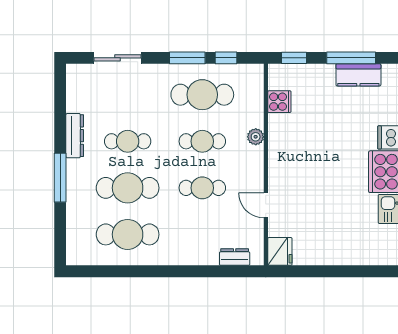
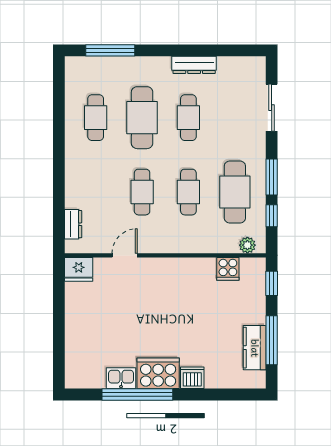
plant: (256, 137) -> (247, 245), moved
window: (60, 178) -> (110, 50), moved
cafe table: (128, 234) -> (96, 118), width x0.73, depth x0.74

